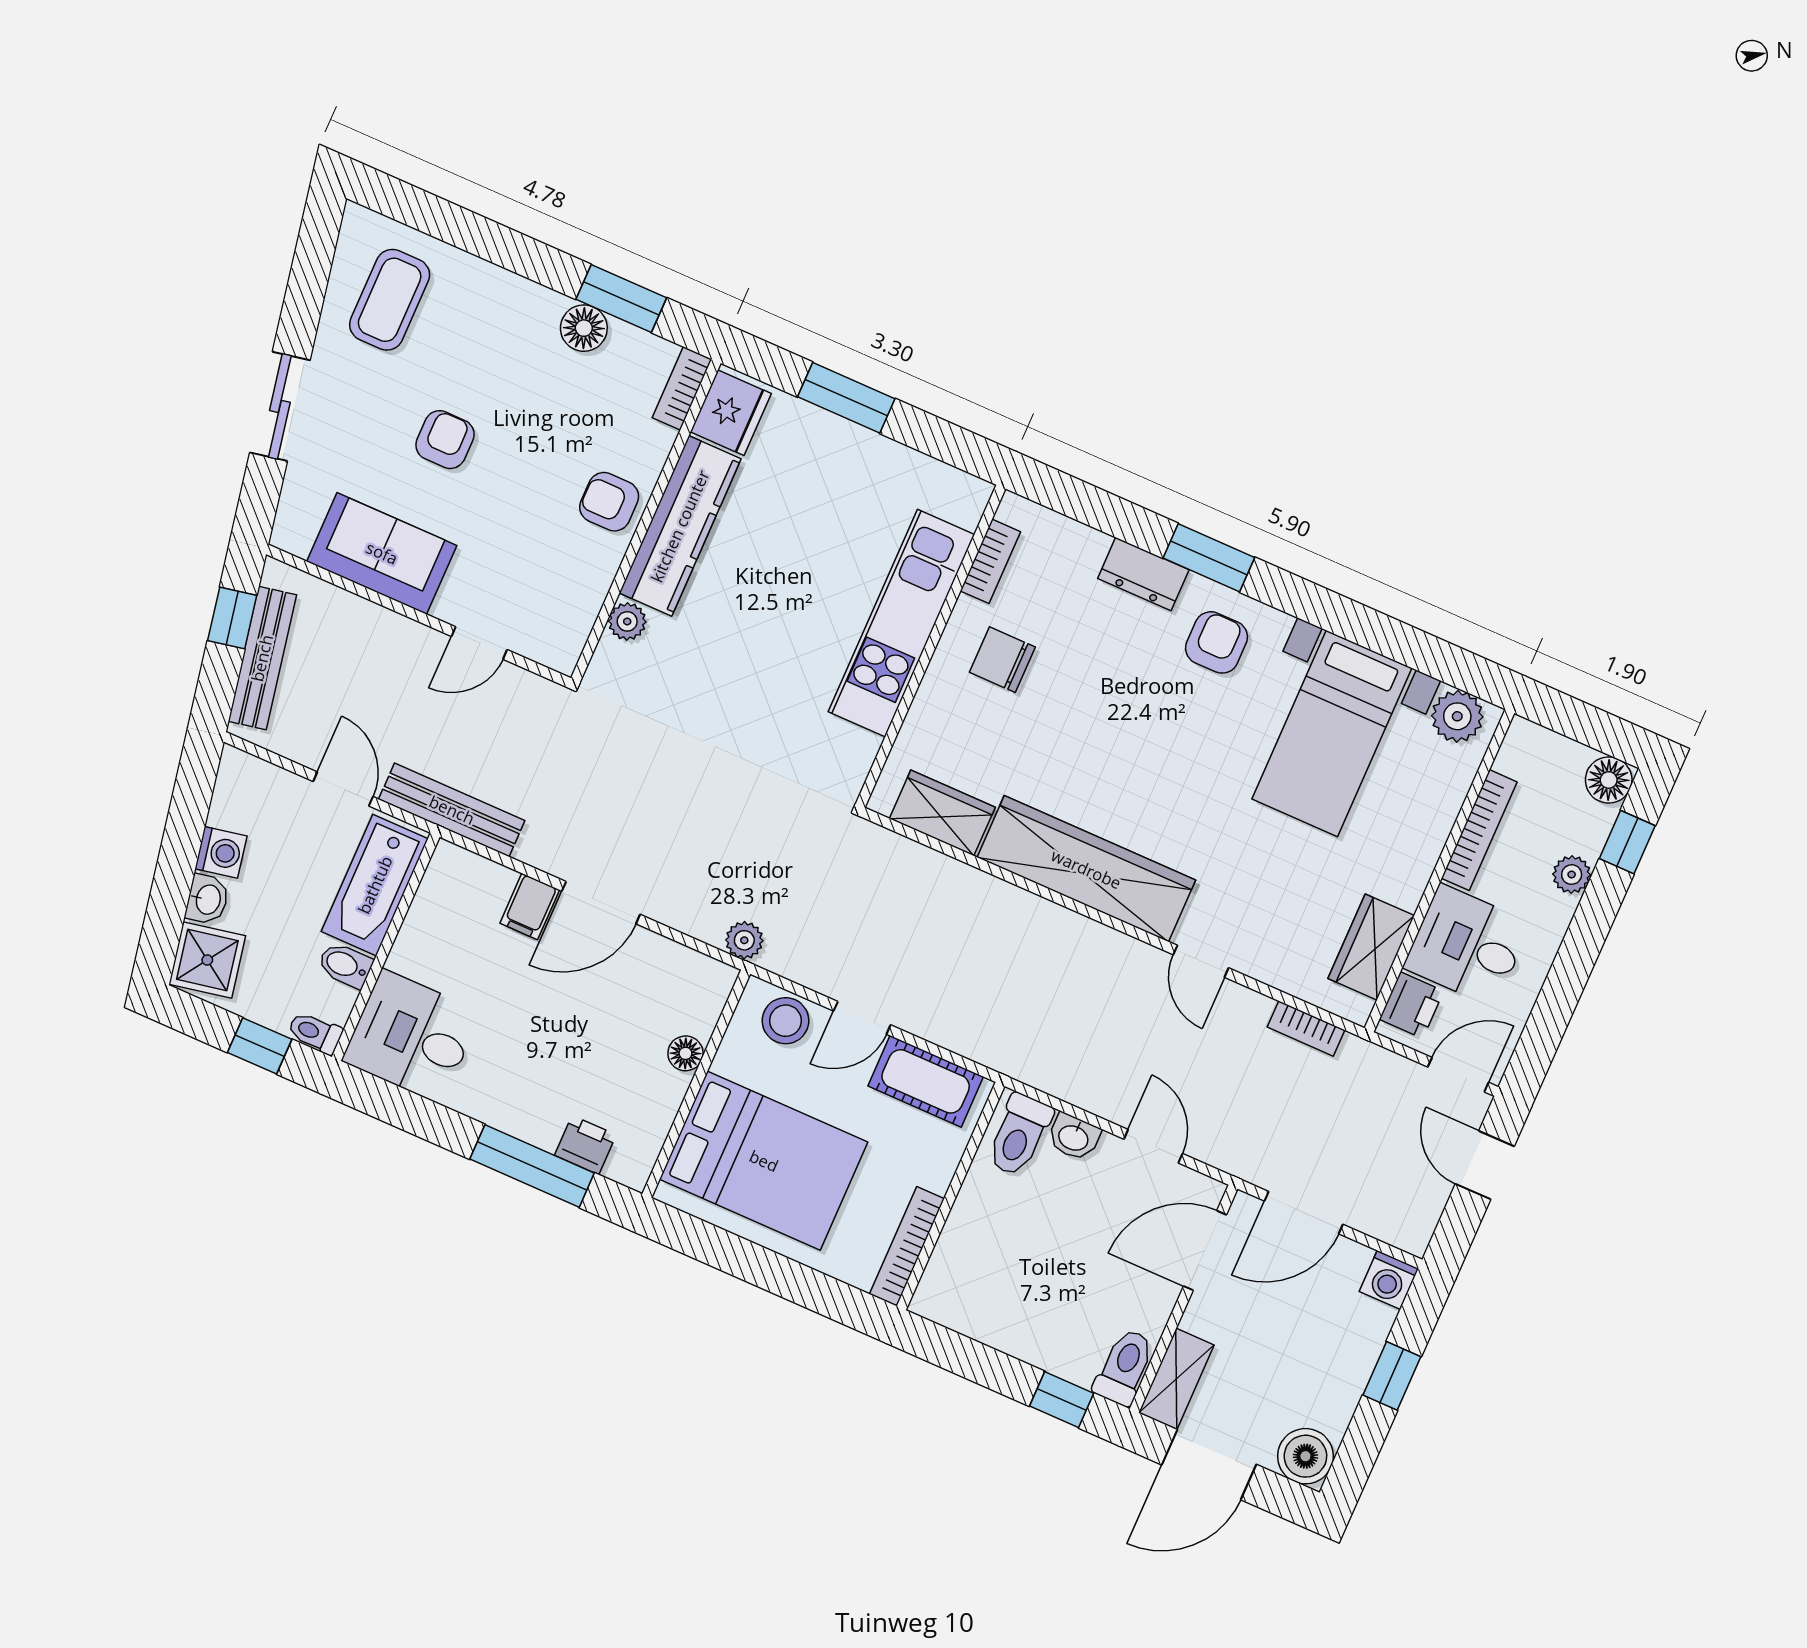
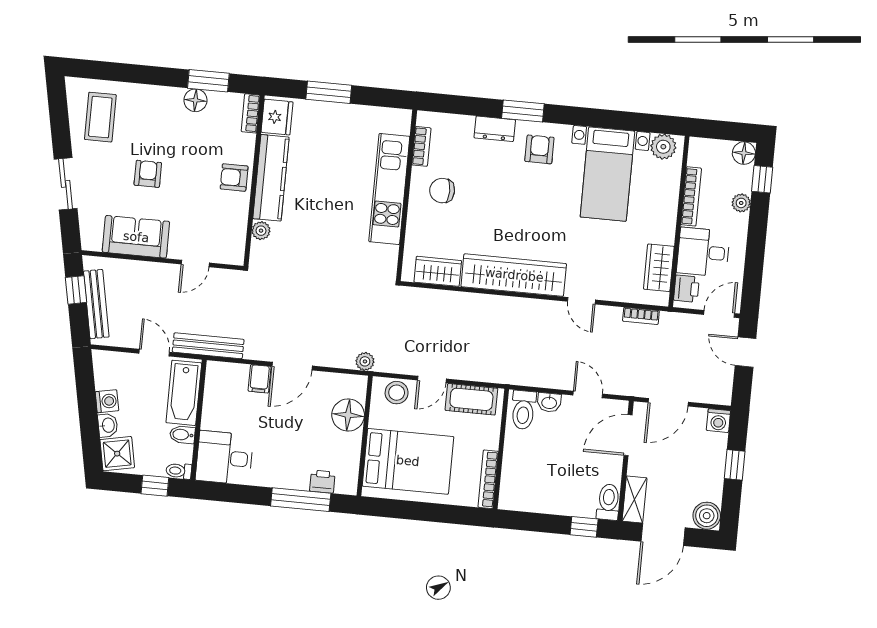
floor lamp: (685, 1053) -> (348, 415), width x1.89, depth x1.89

